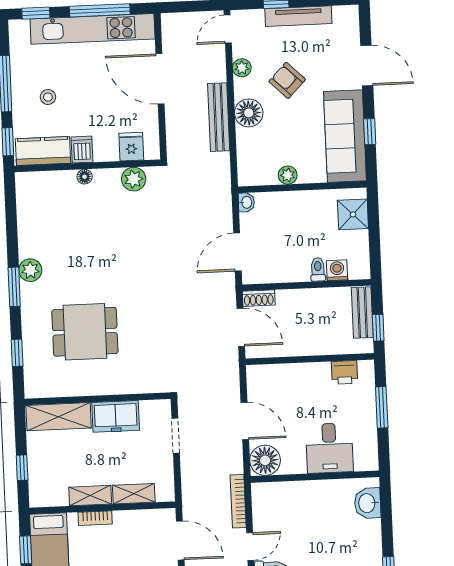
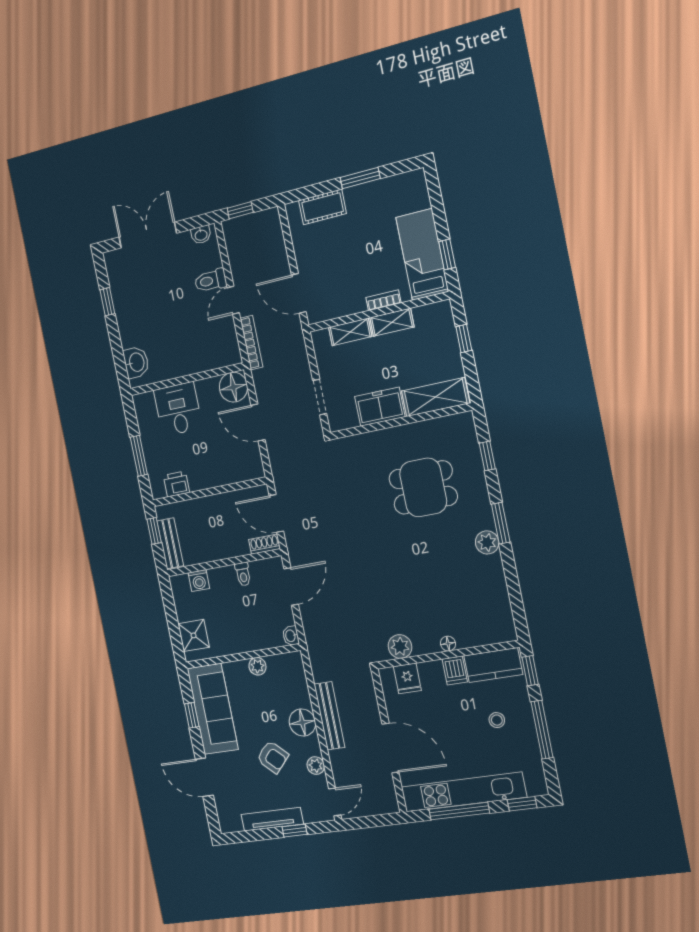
toilet: (318, 269) -> (243, 574), moved

